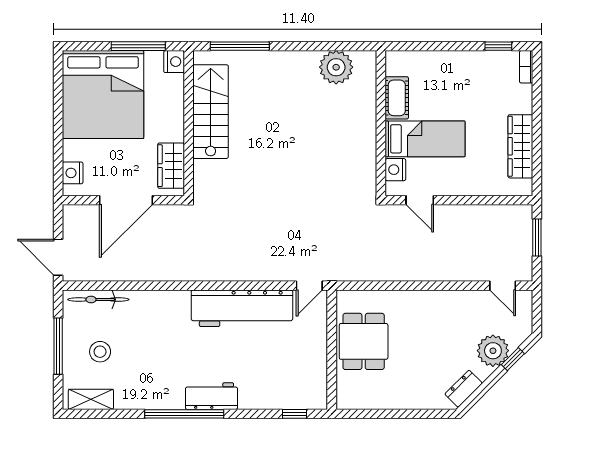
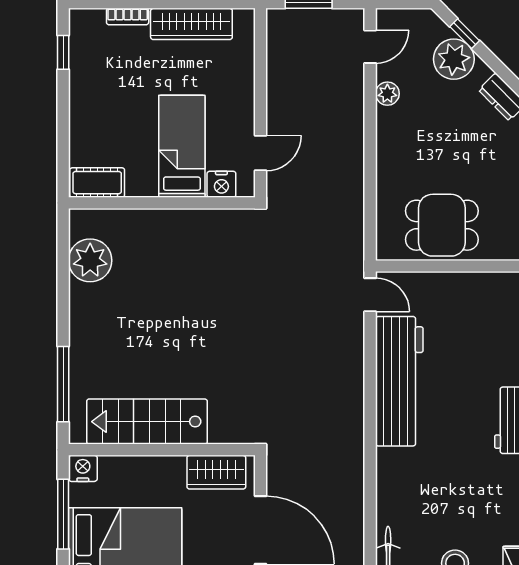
bookcase: (526, 67) -> (128, 17), moved
cot: (397, 98) -> (97, 183), moved
plant: (466, 299) -> (387, 94), added

